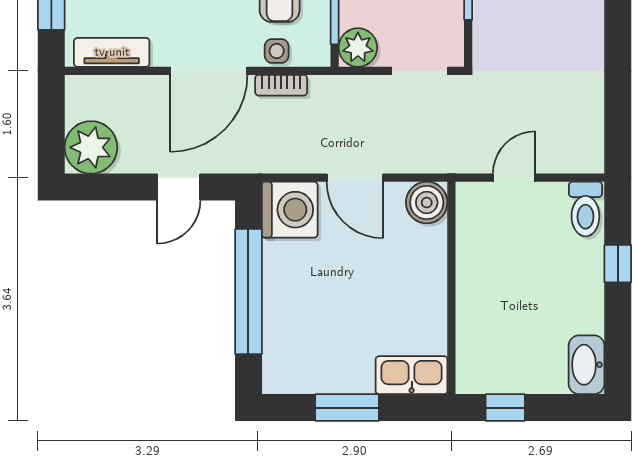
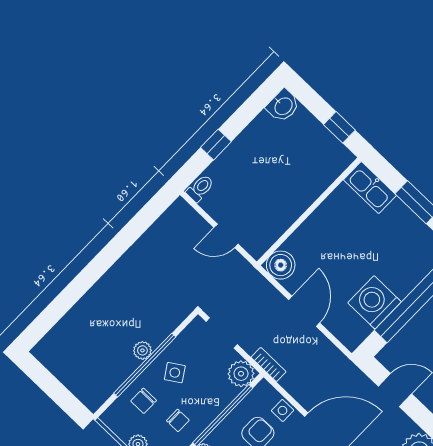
bookcase: (281, 85) -> (269, 365), moved
toilet: (585, 209) -> (200, 188), width x0.73, depth x0.72
washing machine: (290, 210) -> (375, 302), moved
washbasin: (587, 365) -> (283, 106), width x0.72

